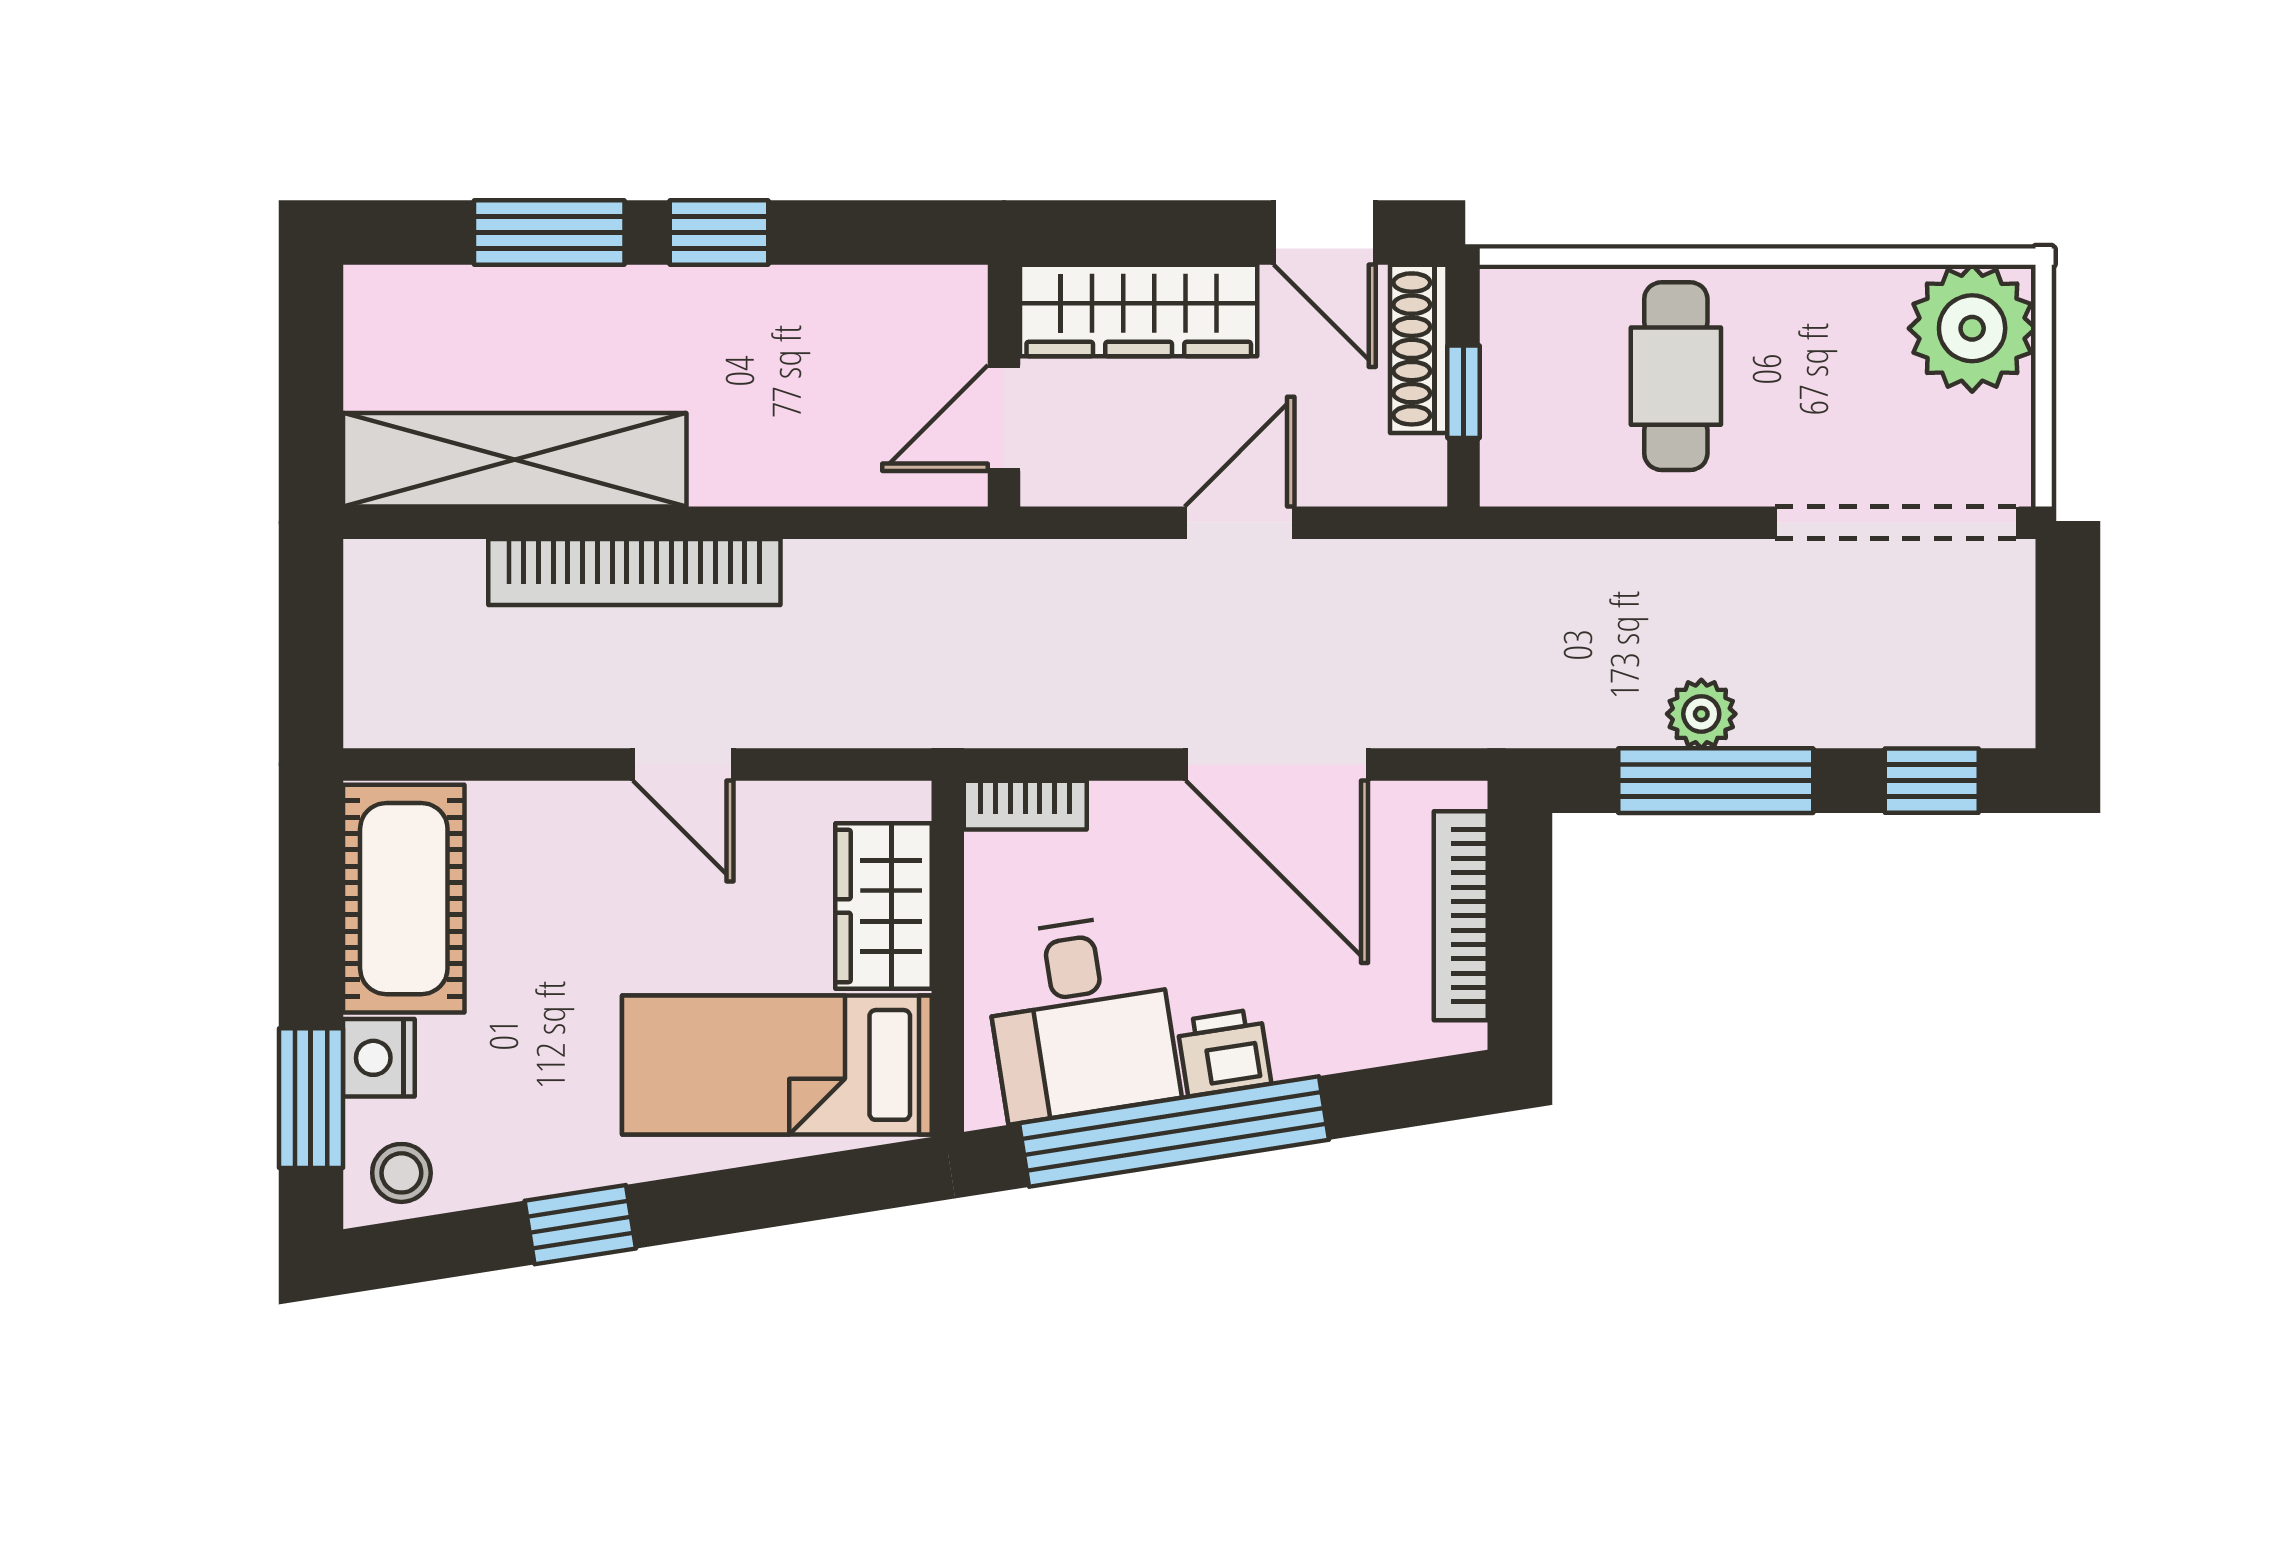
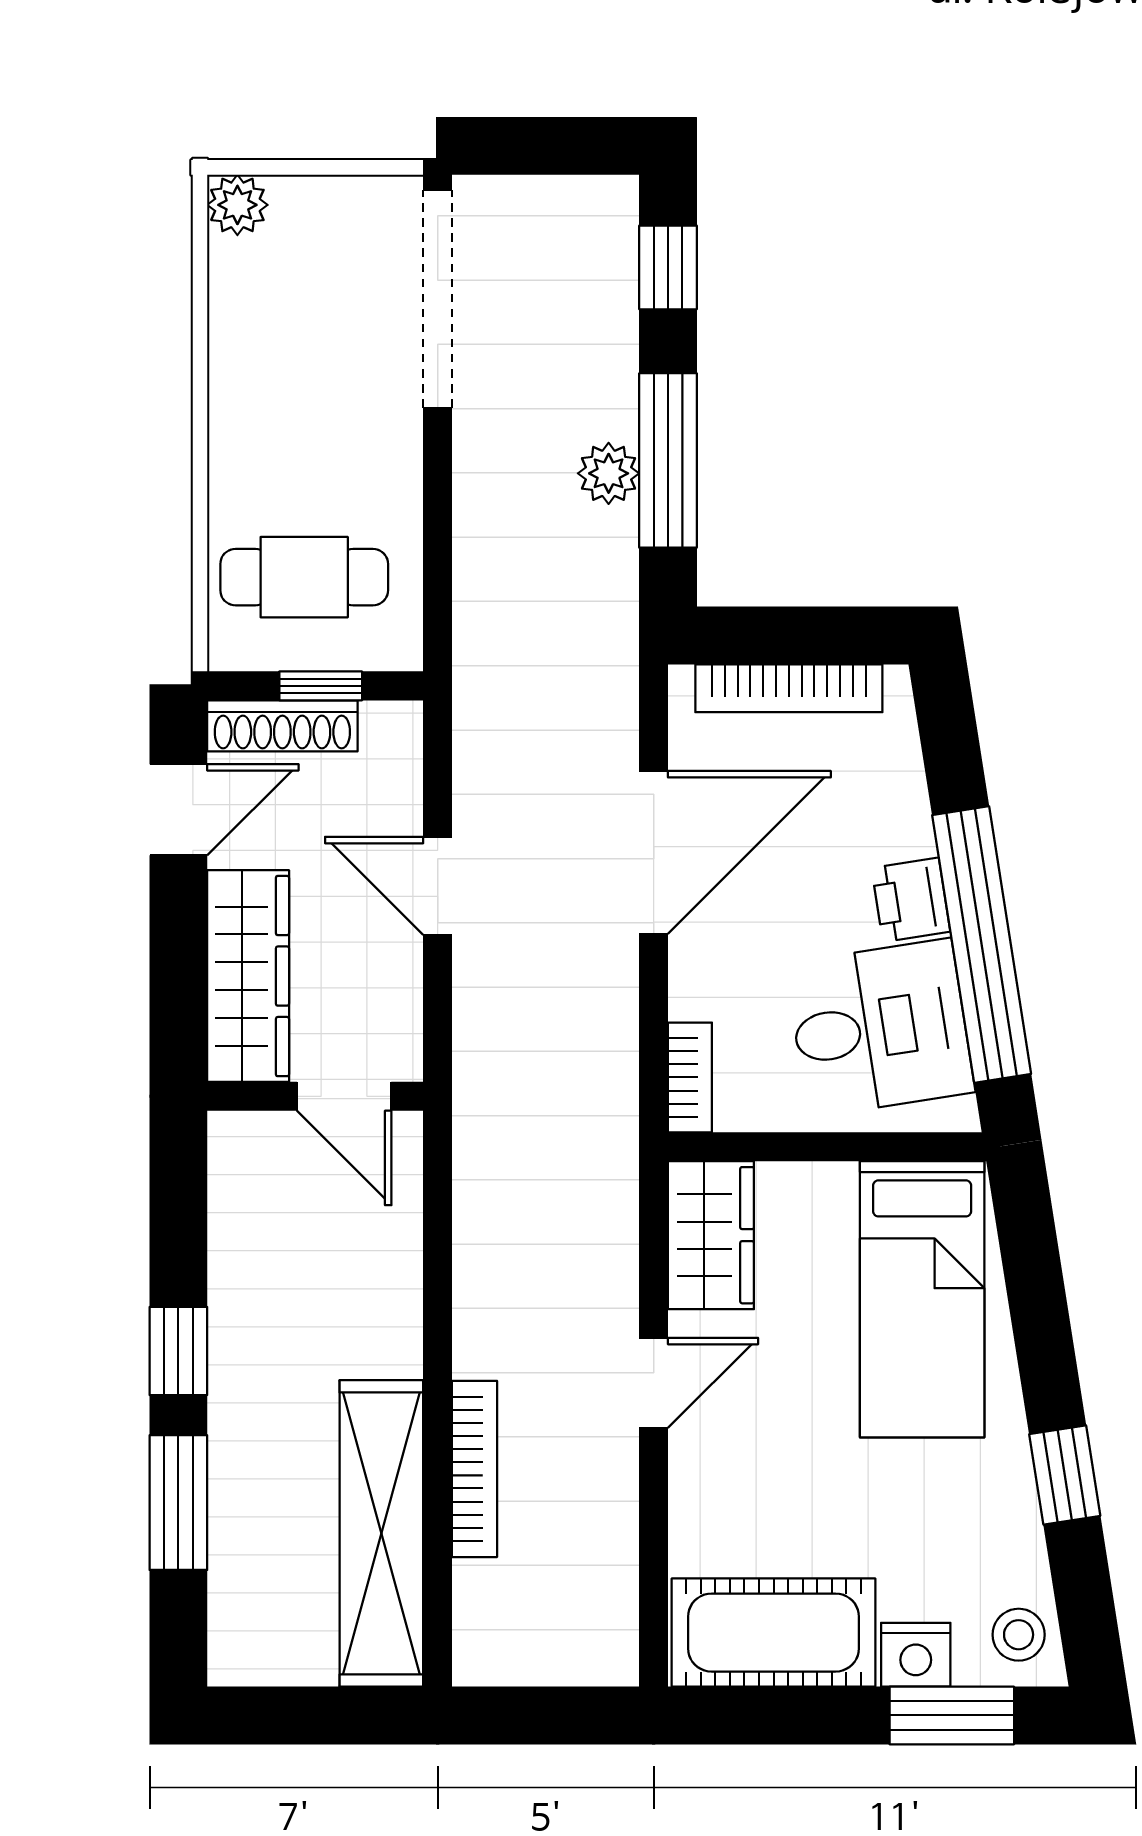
plant: (1972, 328) -> (237, 205), width x0.53, depth x0.53
cafe table: (1676, 376) -> (304, 577), moved
bookcase: (634, 572) -> (475, 1469), width x0.68, depth x0.76
wardrobe: (883, 906) -> (711, 1235), moved, turned -90

